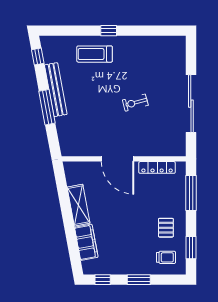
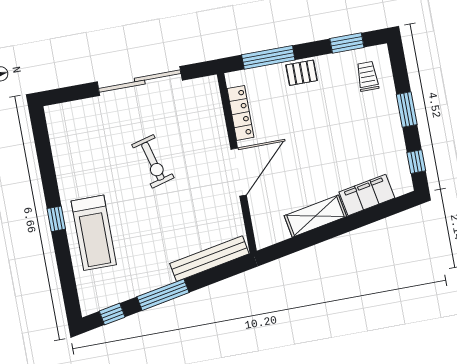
treadmill: (95, 54) -> (94, 233), width x1.37, depth x1.38
bench: (56, 90) -> (209, 259), moved
exercise bike: (135, 103) -> (153, 161), width x1.38, depth x1.39
window: (47, 107) -> (163, 295), moved
pallet: (166, 228) -> (301, 73), moved

